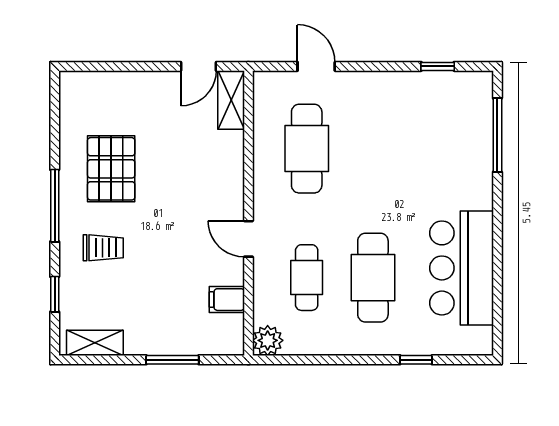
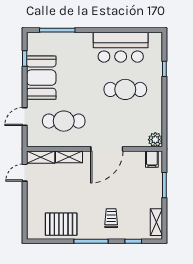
door: (198, 66) -> (25, 173), swing flipped
booth: (398, 101) -> (41, 78), added
shelving: (232, 160) -> (69, 157), added
pallet: (111, 169) -> (61, 224), moved
door: (248, 239) -> (107, 149), width x1.88
cafe table: (307, 278) -> (125, 121), removed
filing cabinet: (227, 300) -> (152, 159), moved

